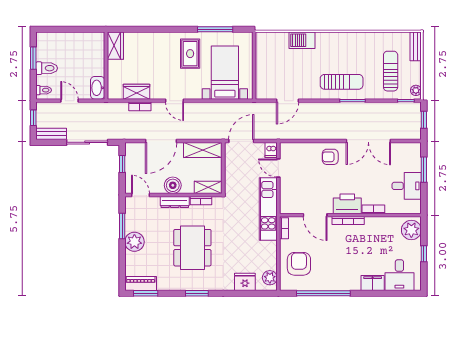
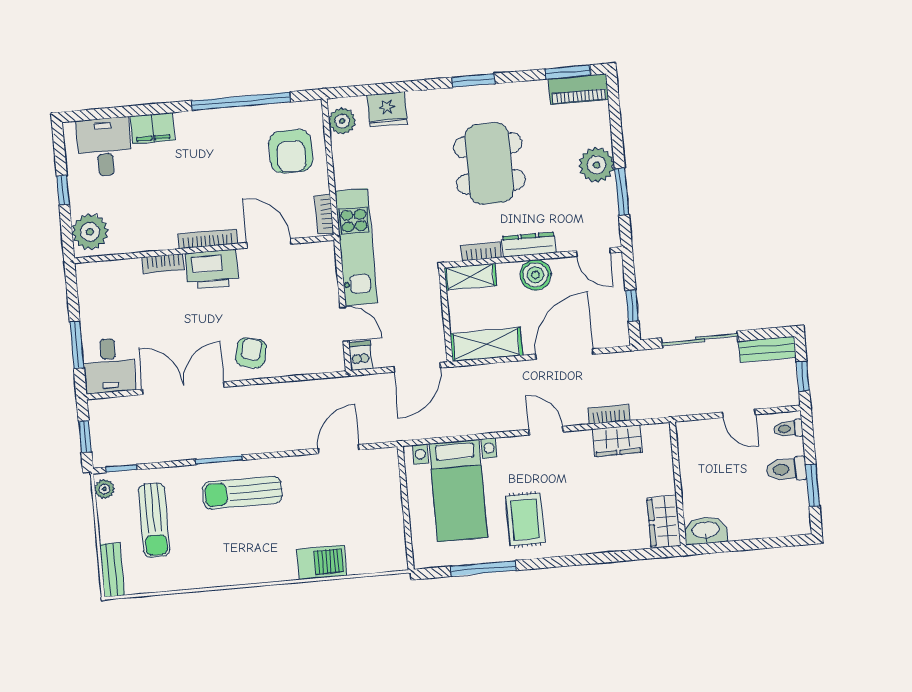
washbasin: (98, 88) -> (706, 531), moved, turned -90
armchair: (330, 157) -> (251, 353), turned -77
desk: (407, 186) -> (109, 365), moved, turned -90

